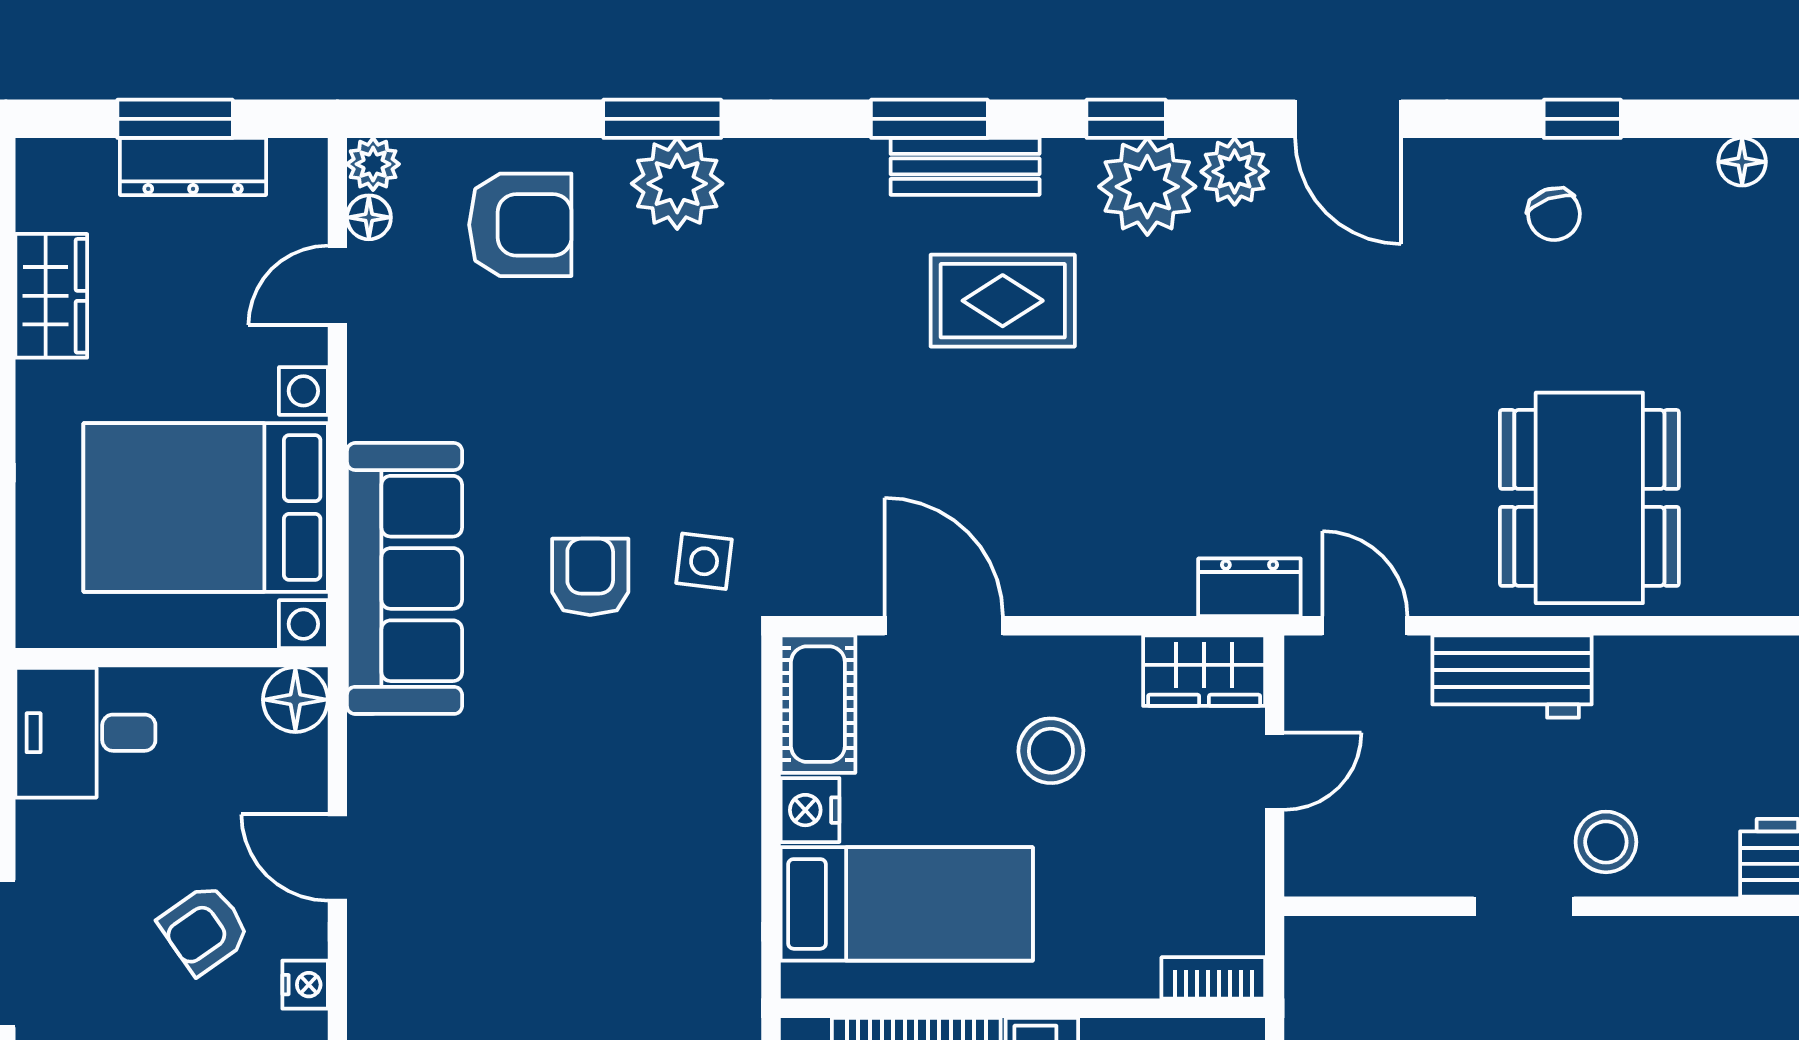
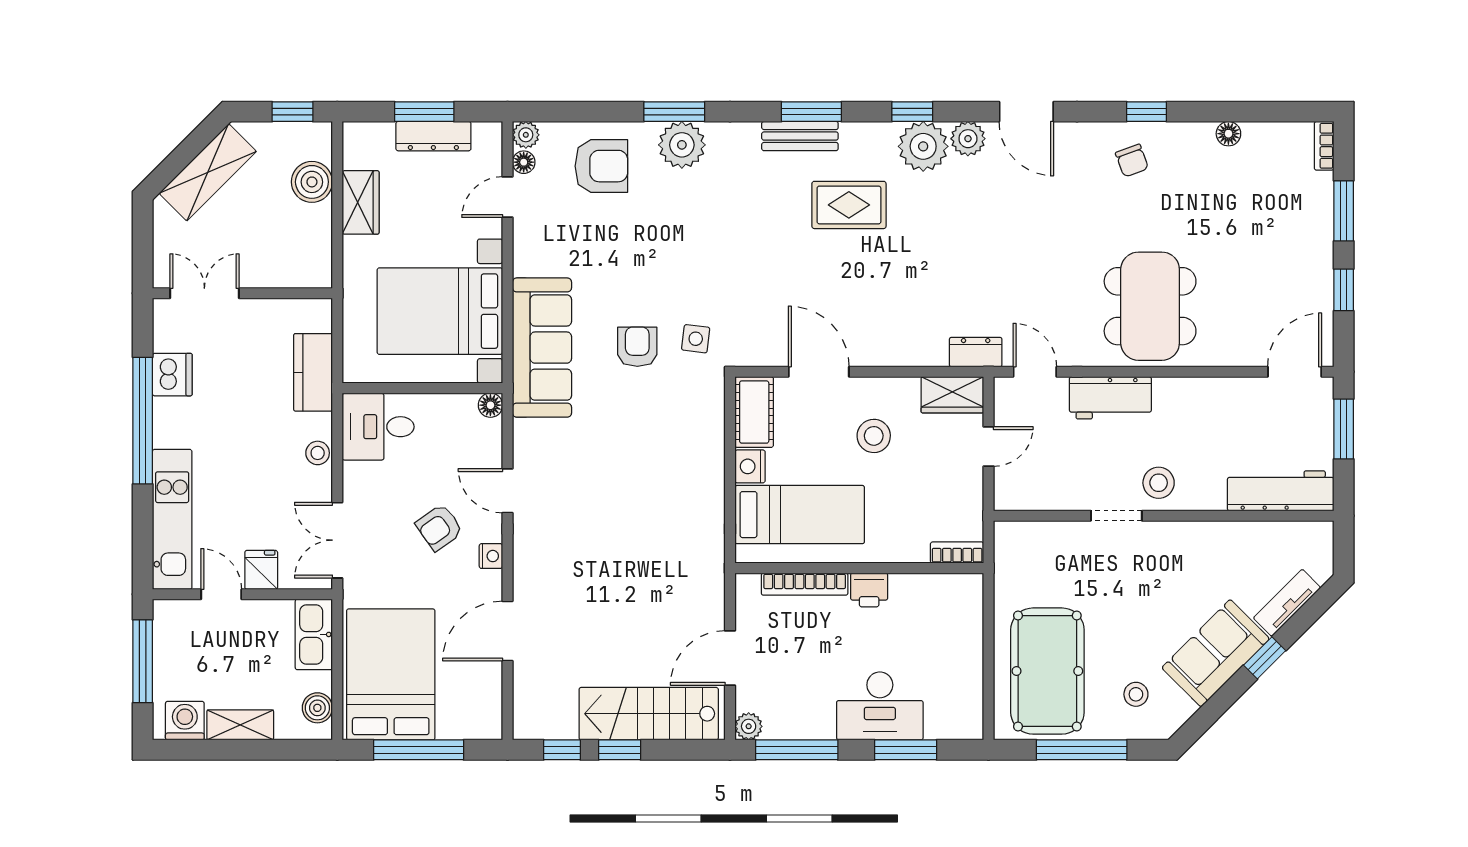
bench: (965, 166) -> (800, 136), moved
floor lamp: (295, 700) -> (490, 405), width x0.73, depth x0.73

